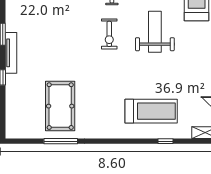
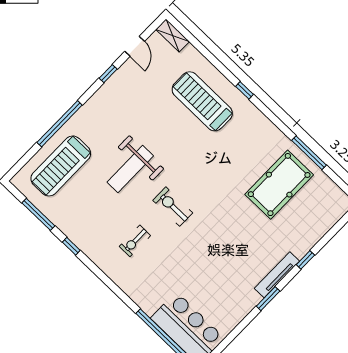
exercise bike: (109, 34) -> (173, 207), turned -90
window: (166, 141) -> (245, 90), moved

